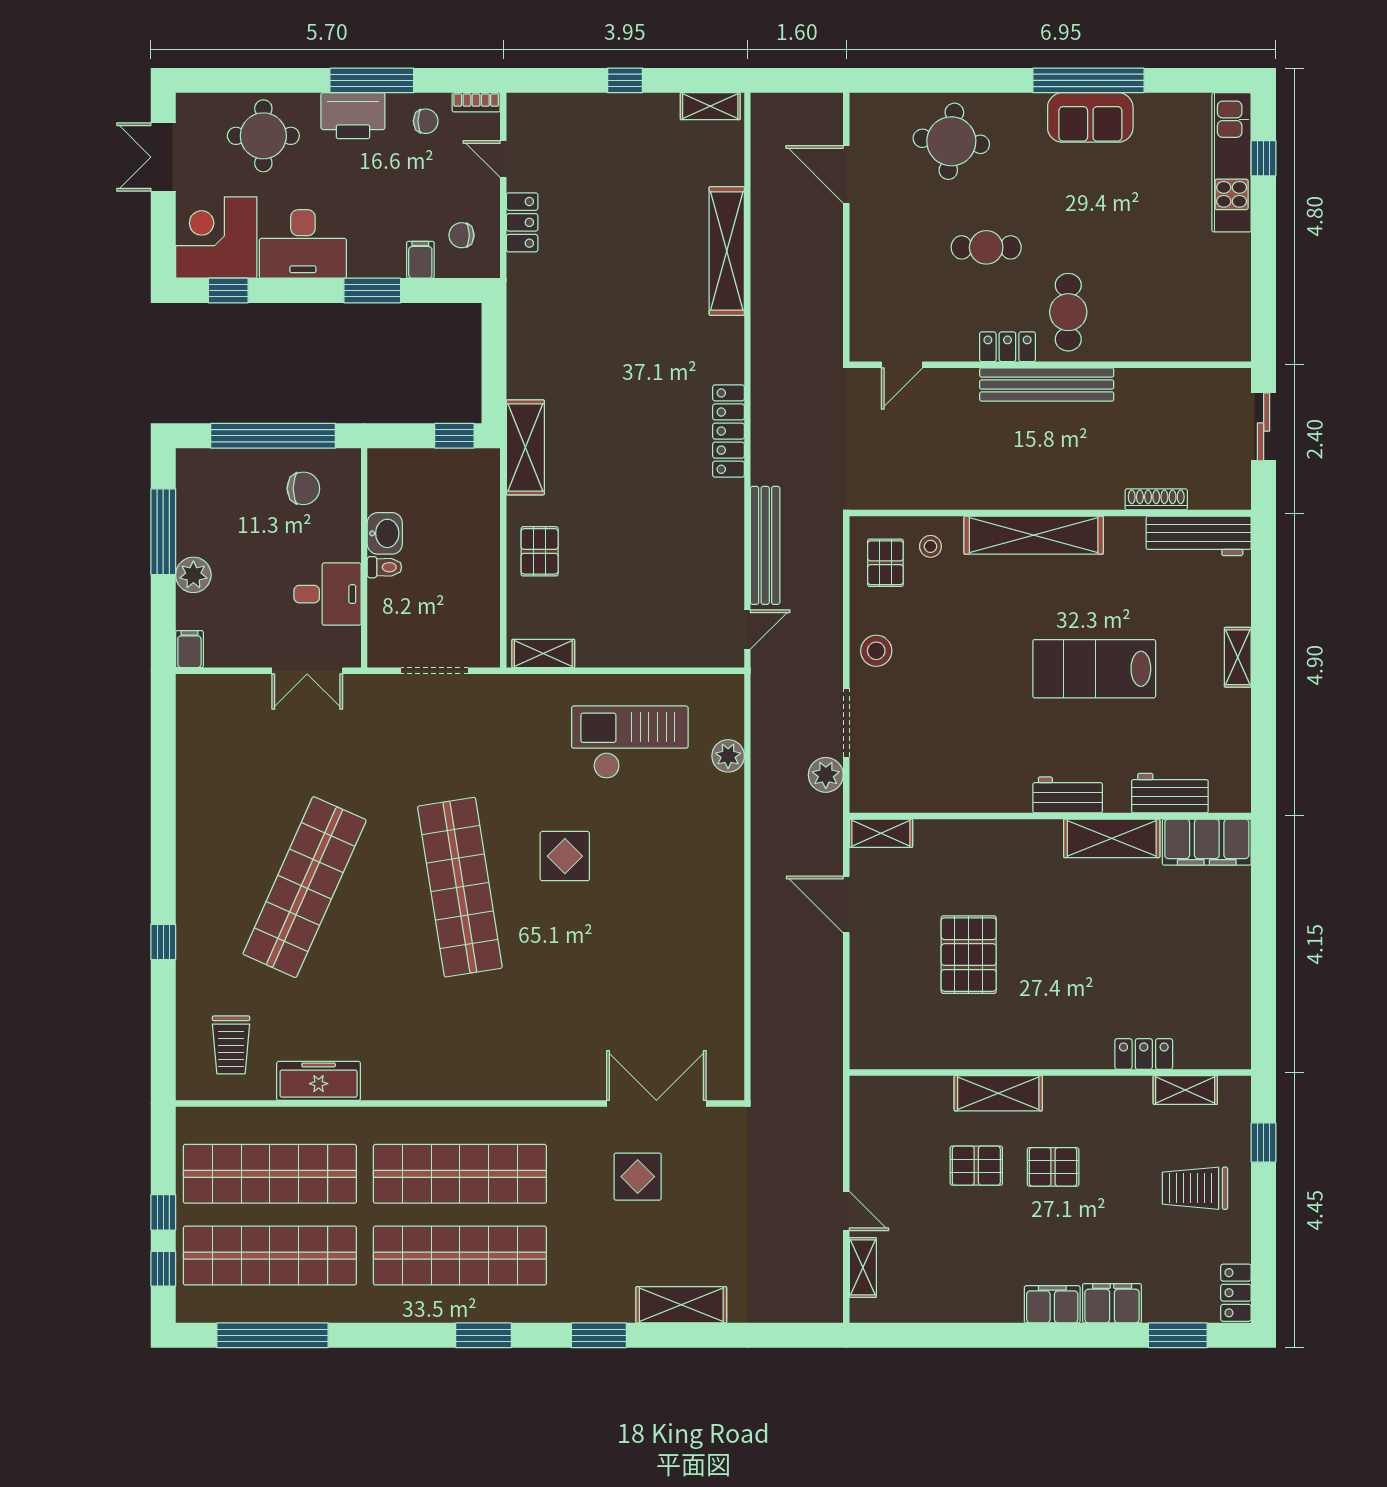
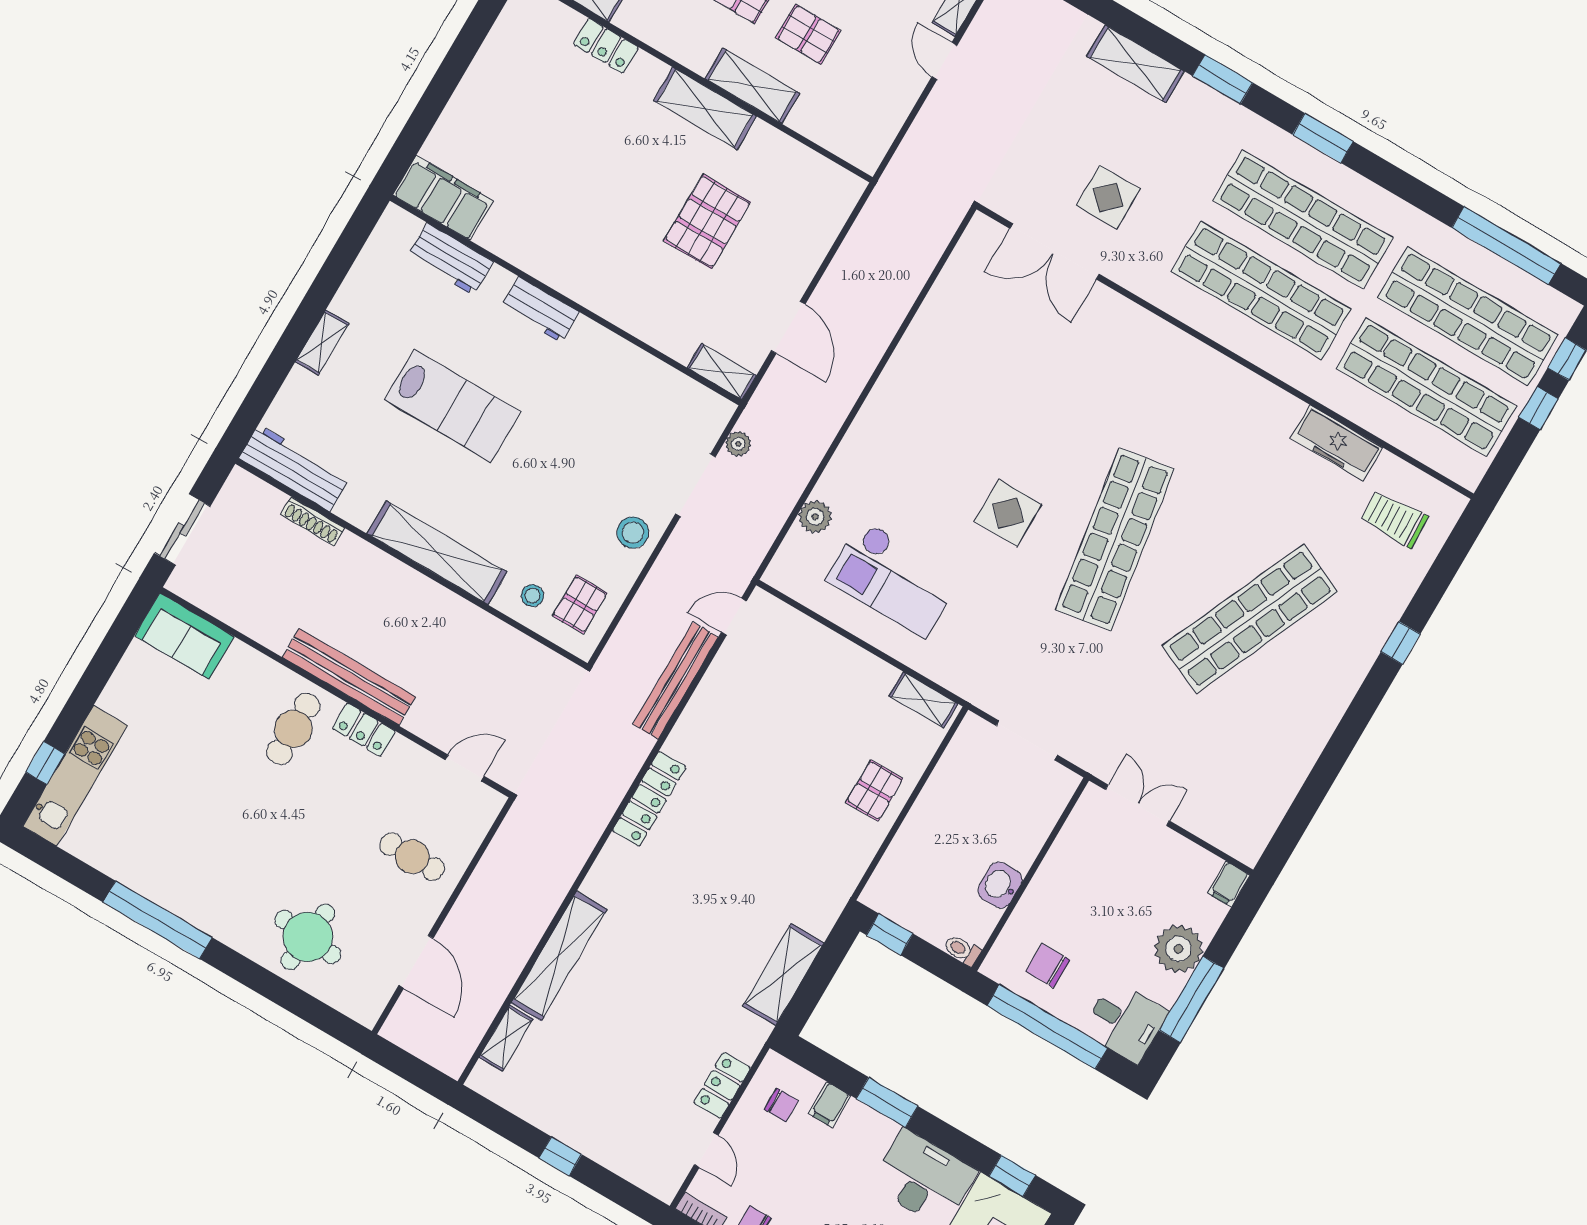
shelving: (710, 106) -> (506, 1038), moved, turned 90
sofa: (1090, 117) -> (184, 636), moved, turned 180
cafe table: (986, 247) -> (412, 857), moved
shelving: (525, 447) -> (783, 974), moved
toilet: (384, 567) -> (962, 950), moved
plant: (193, 575) -> (1179, 949), width x1.36, depth x1.36
desk: (328, 594) -> (1125, 1022), moved, turned 180
plant: (826, 775) -> (738, 444), width x0.73, depth x0.73
shelving: (1112, 838) -> (705, 108), moved
trolley: (231, 1045) -> (1394, 519), turned -92

